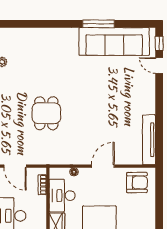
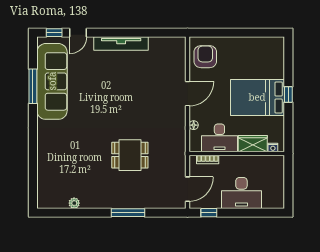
window: (99, 24) -> (33, 86), moved
tv unit: (149, 140) -> (121, 44), moved
door: (103, 166) -> (188, 94), swing flipped

